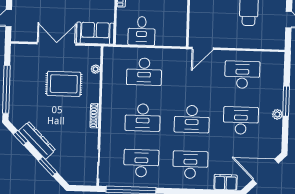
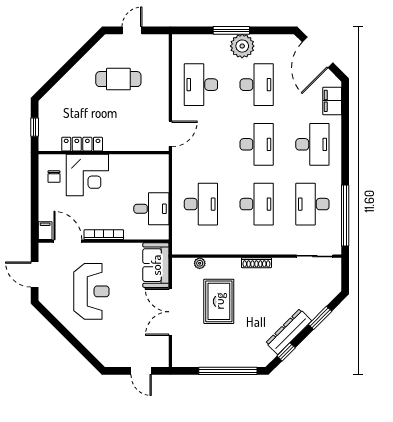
door: (203, 48) -> (170, 134), hinge flipped
plant: (277, 114) -> (242, 46), width x1.87, depth x1.87
desk: (241, 121) -> (257, 85), turned 180
desk: (190, 165) -> (312, 144), turned 180

